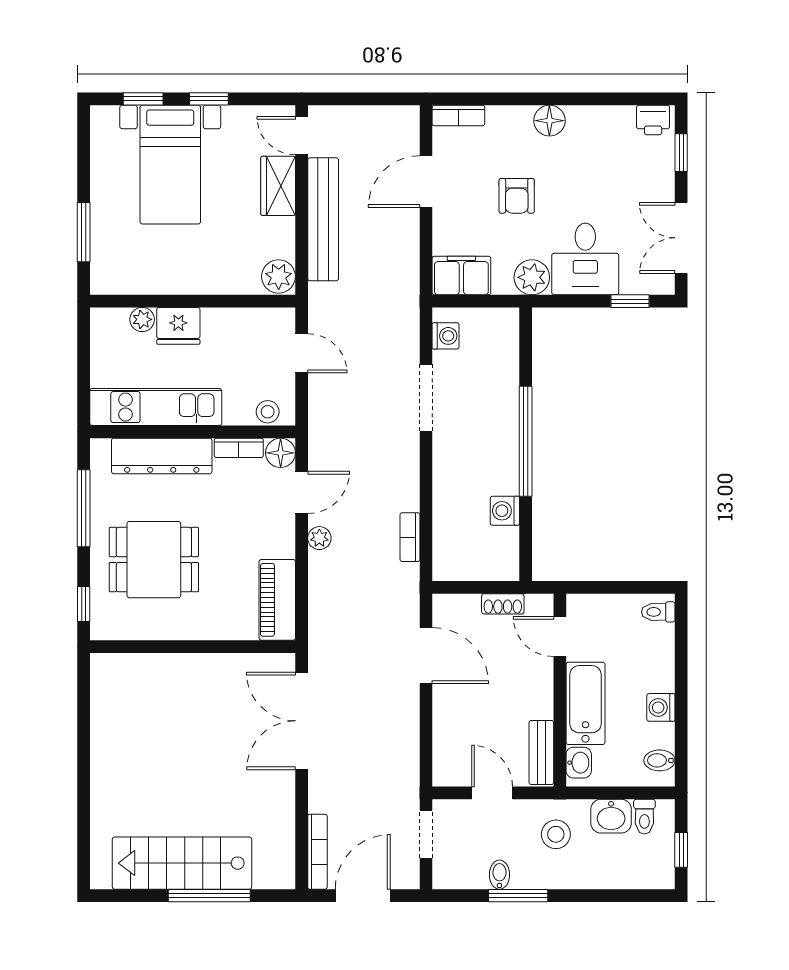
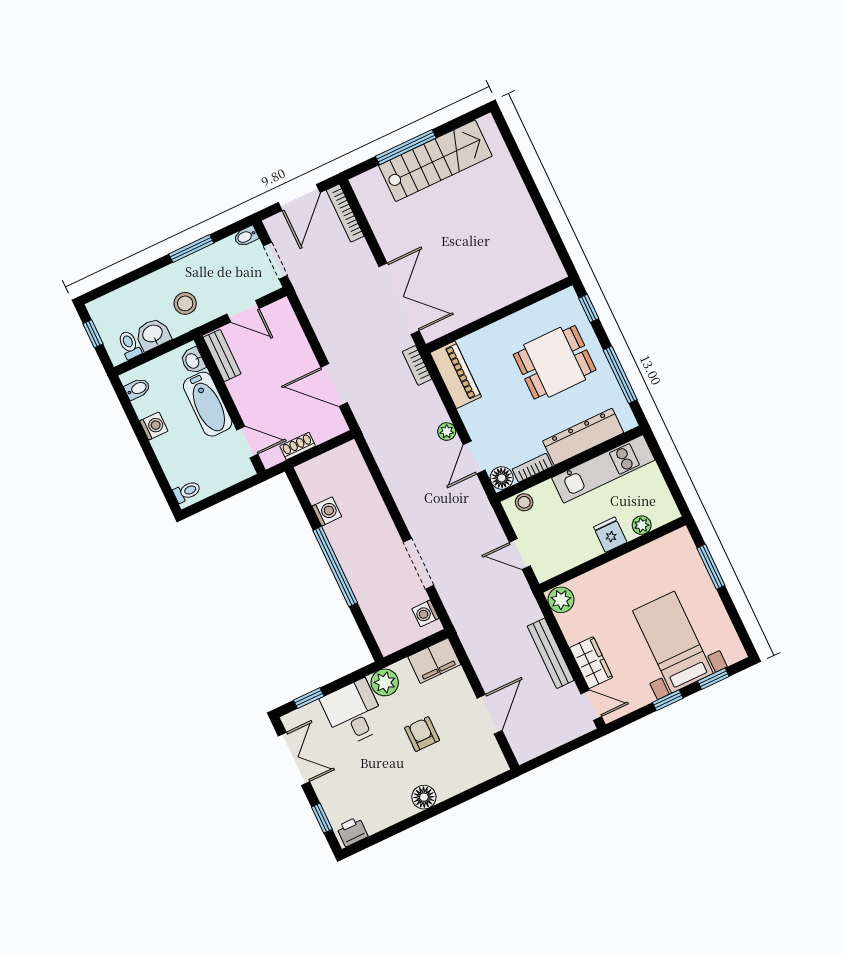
bookcase: (458, 116) -> (489, 771), removed
bench: (323, 219) -> (551, 653), width x0.73, depth x0.82
fridge: (178, 326) -> (610, 535), width x0.72
bookcase: (410, 537) -> (417, 365), moved, turned 180
bidet: (499, 875) -> (246, 236), moved, turned 90

